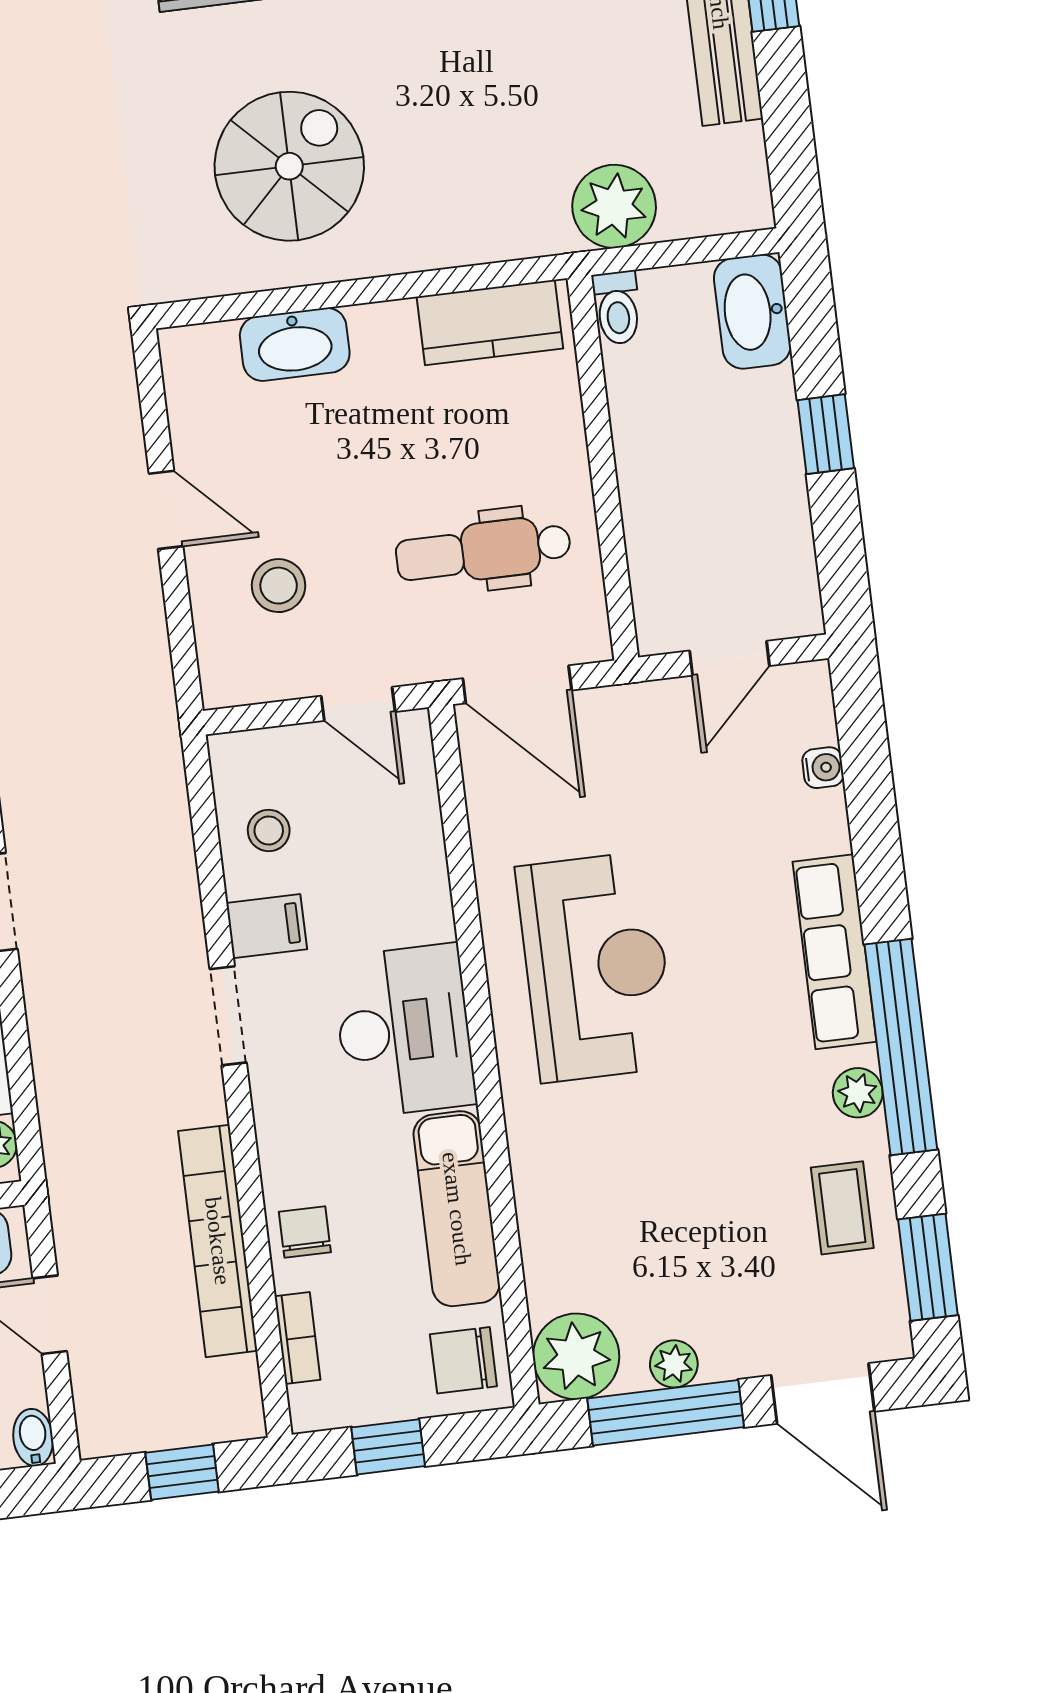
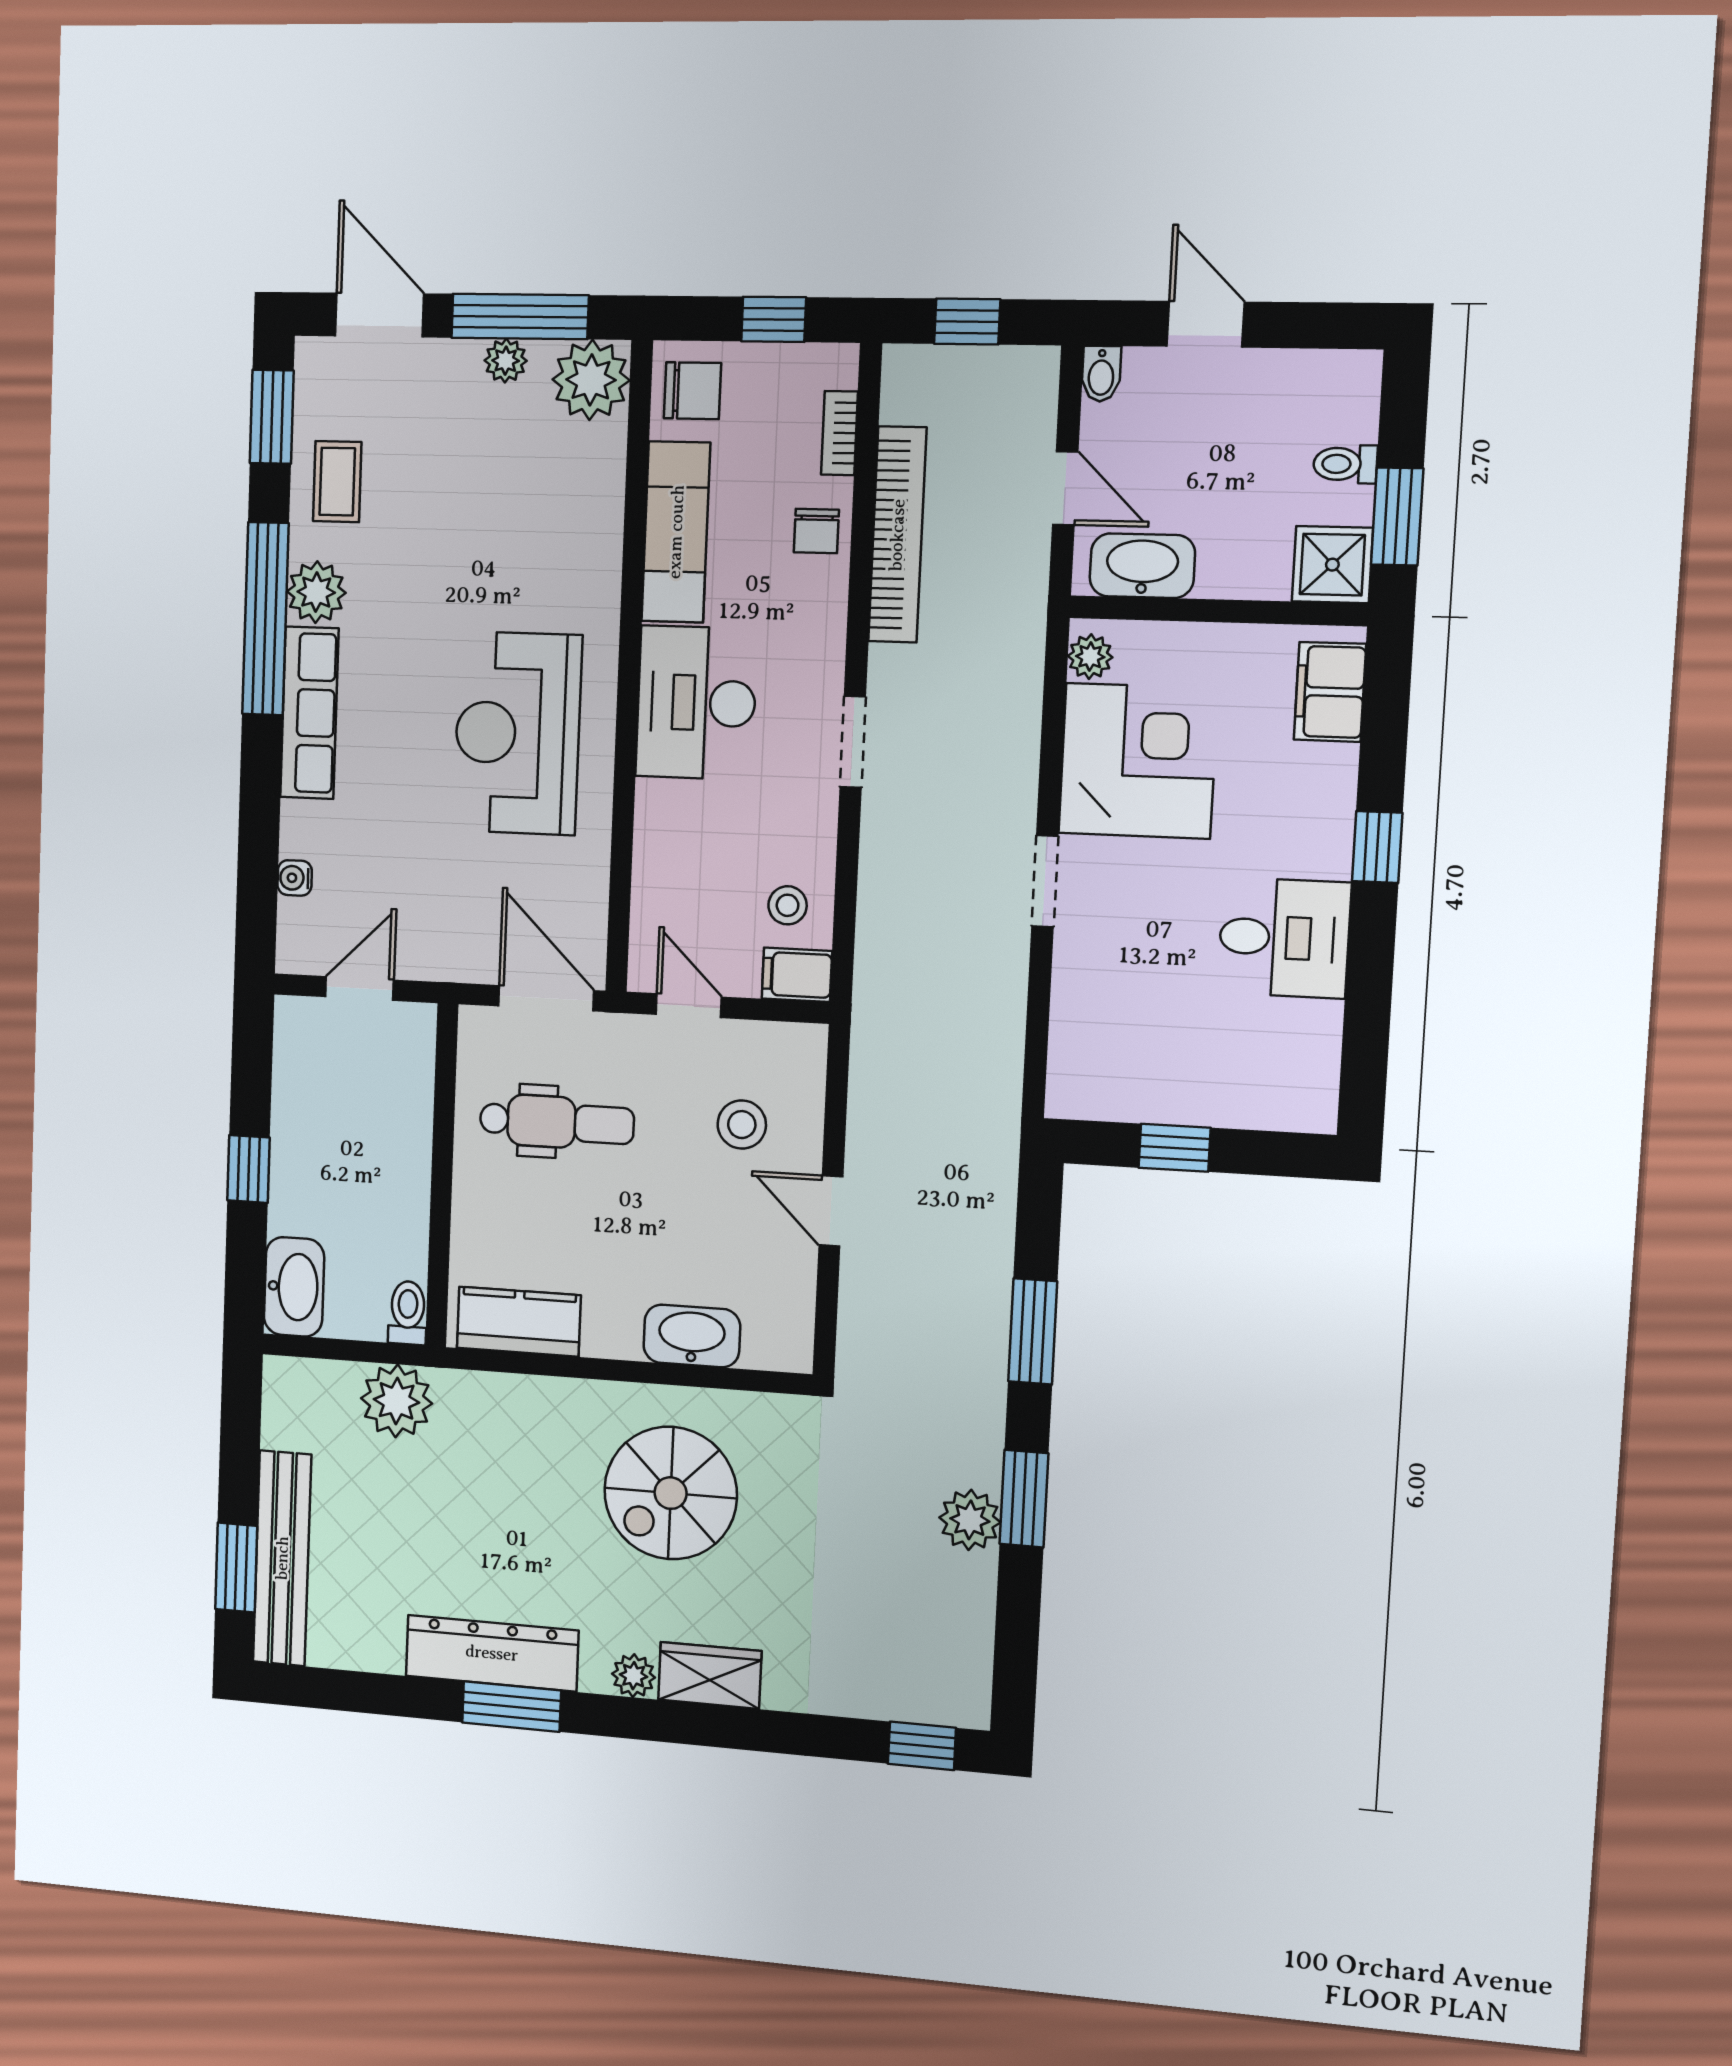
filing cabinet: (267, 926) -> (797, 975), moved
plant: (858, 1093) -> (316, 592), width x1.38, depth x1.38

